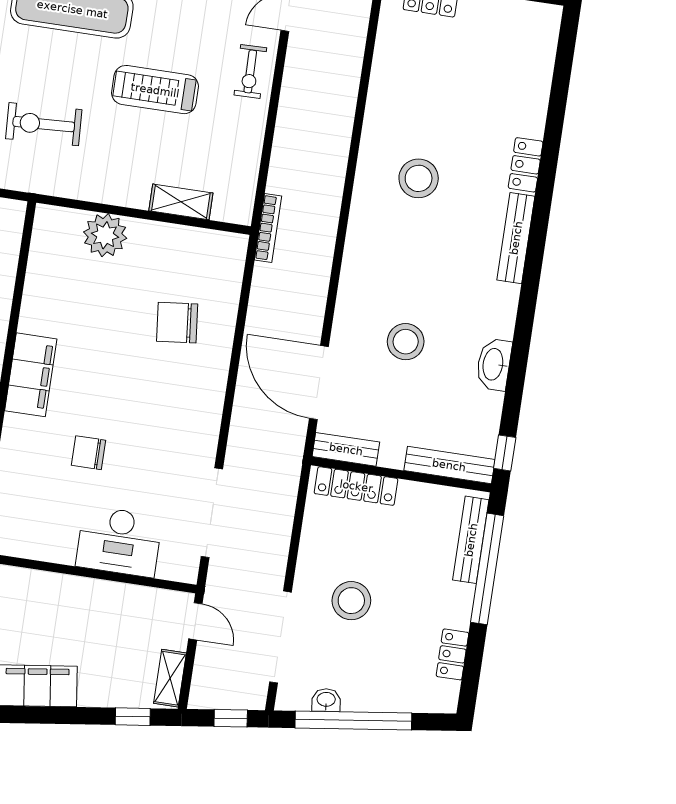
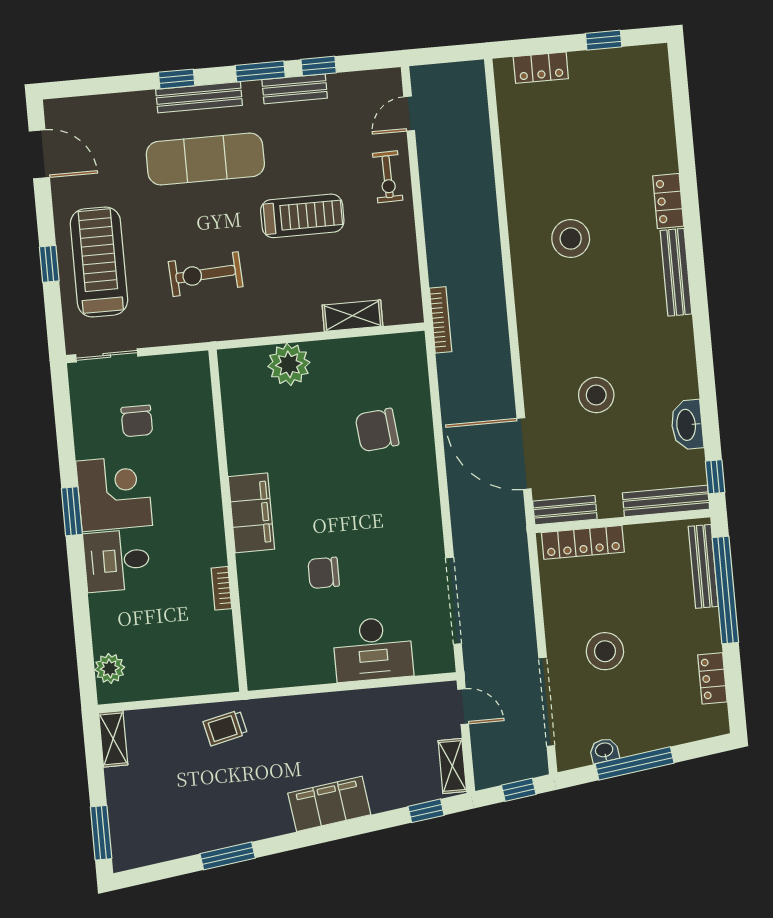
treadmill: (155, 90) -> (302, 216), turned 180
washbasin: (494, 364) -> (687, 425), moved
window: (353, 720) -> (635, 763), width x0.68

